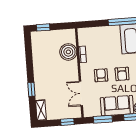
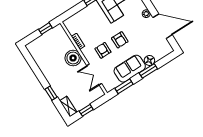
window: (43, 27) -> (45, 29), moved
boiler: (68, 52) -> (73, 58), moved
window: (67, 122) -> (86, 110), moved

